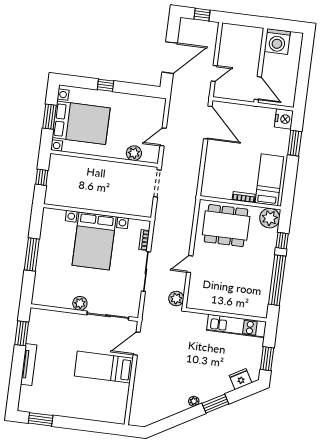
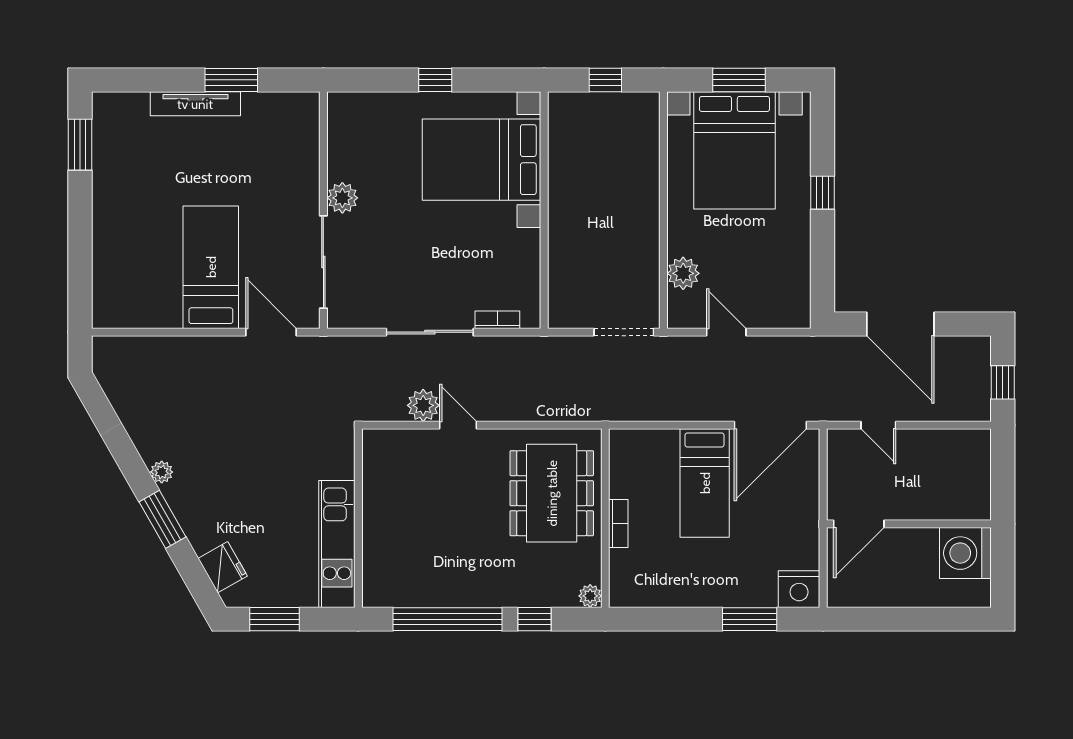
bed: (269, 180) -> (705, 483), moved, turned 90
plant: (270, 218) -> (590, 596), width x0.53, depth x0.53
bed with nightstands: (94, 241) -> (482, 160), moved
window: (32, 254) -> (435, 80), width x0.46
plant: (176, 299) -> (423, 405), moved
window: (22, 333) -> (231, 80), moved

